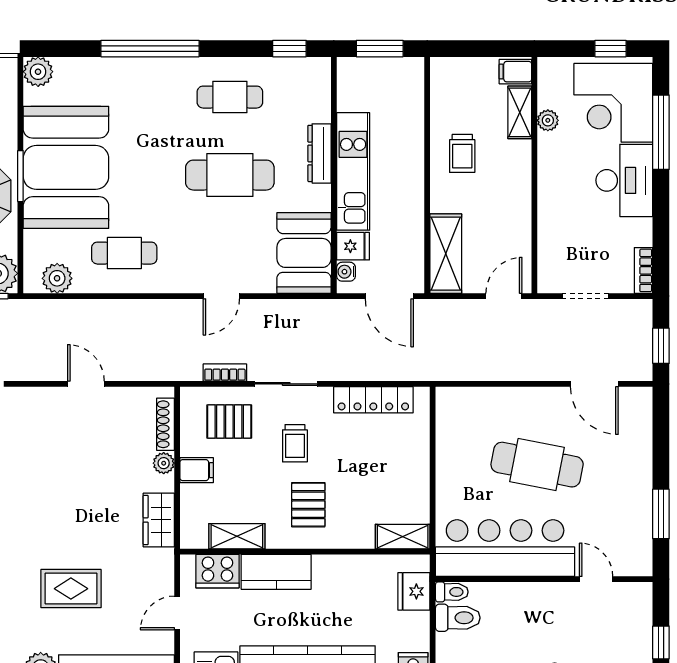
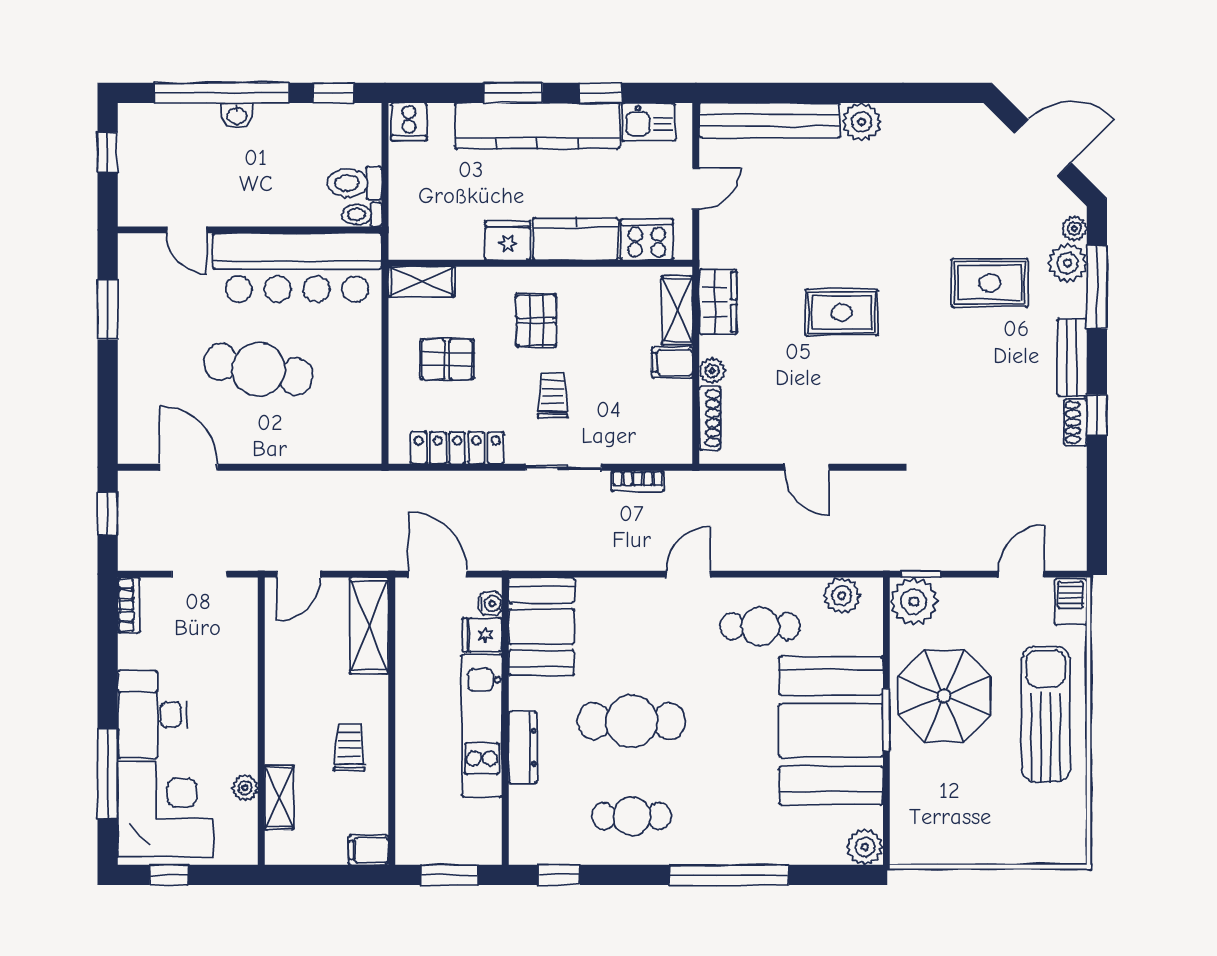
filing cabinet: (515, 72) -> (369, 850), moved, turned 180
door: (221, 296) -> (688, 574), moved
pallet: (229, 422) -> (447, 359), moved
shelving: (237, 536) -> (677, 310), moved, turned 90
rug: (71, 589) -> (842, 312), moved
fridge: (414, 591) -> (508, 240), moved, turned -90

